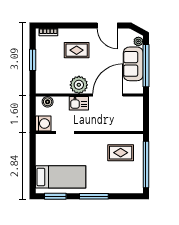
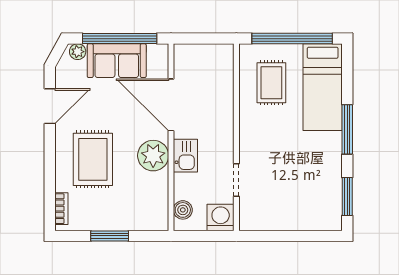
rug: (77, 50) -> (93, 159), width x1.36, depth x1.43
bed: (61, 177) -> (323, 87), moved, turned 180

